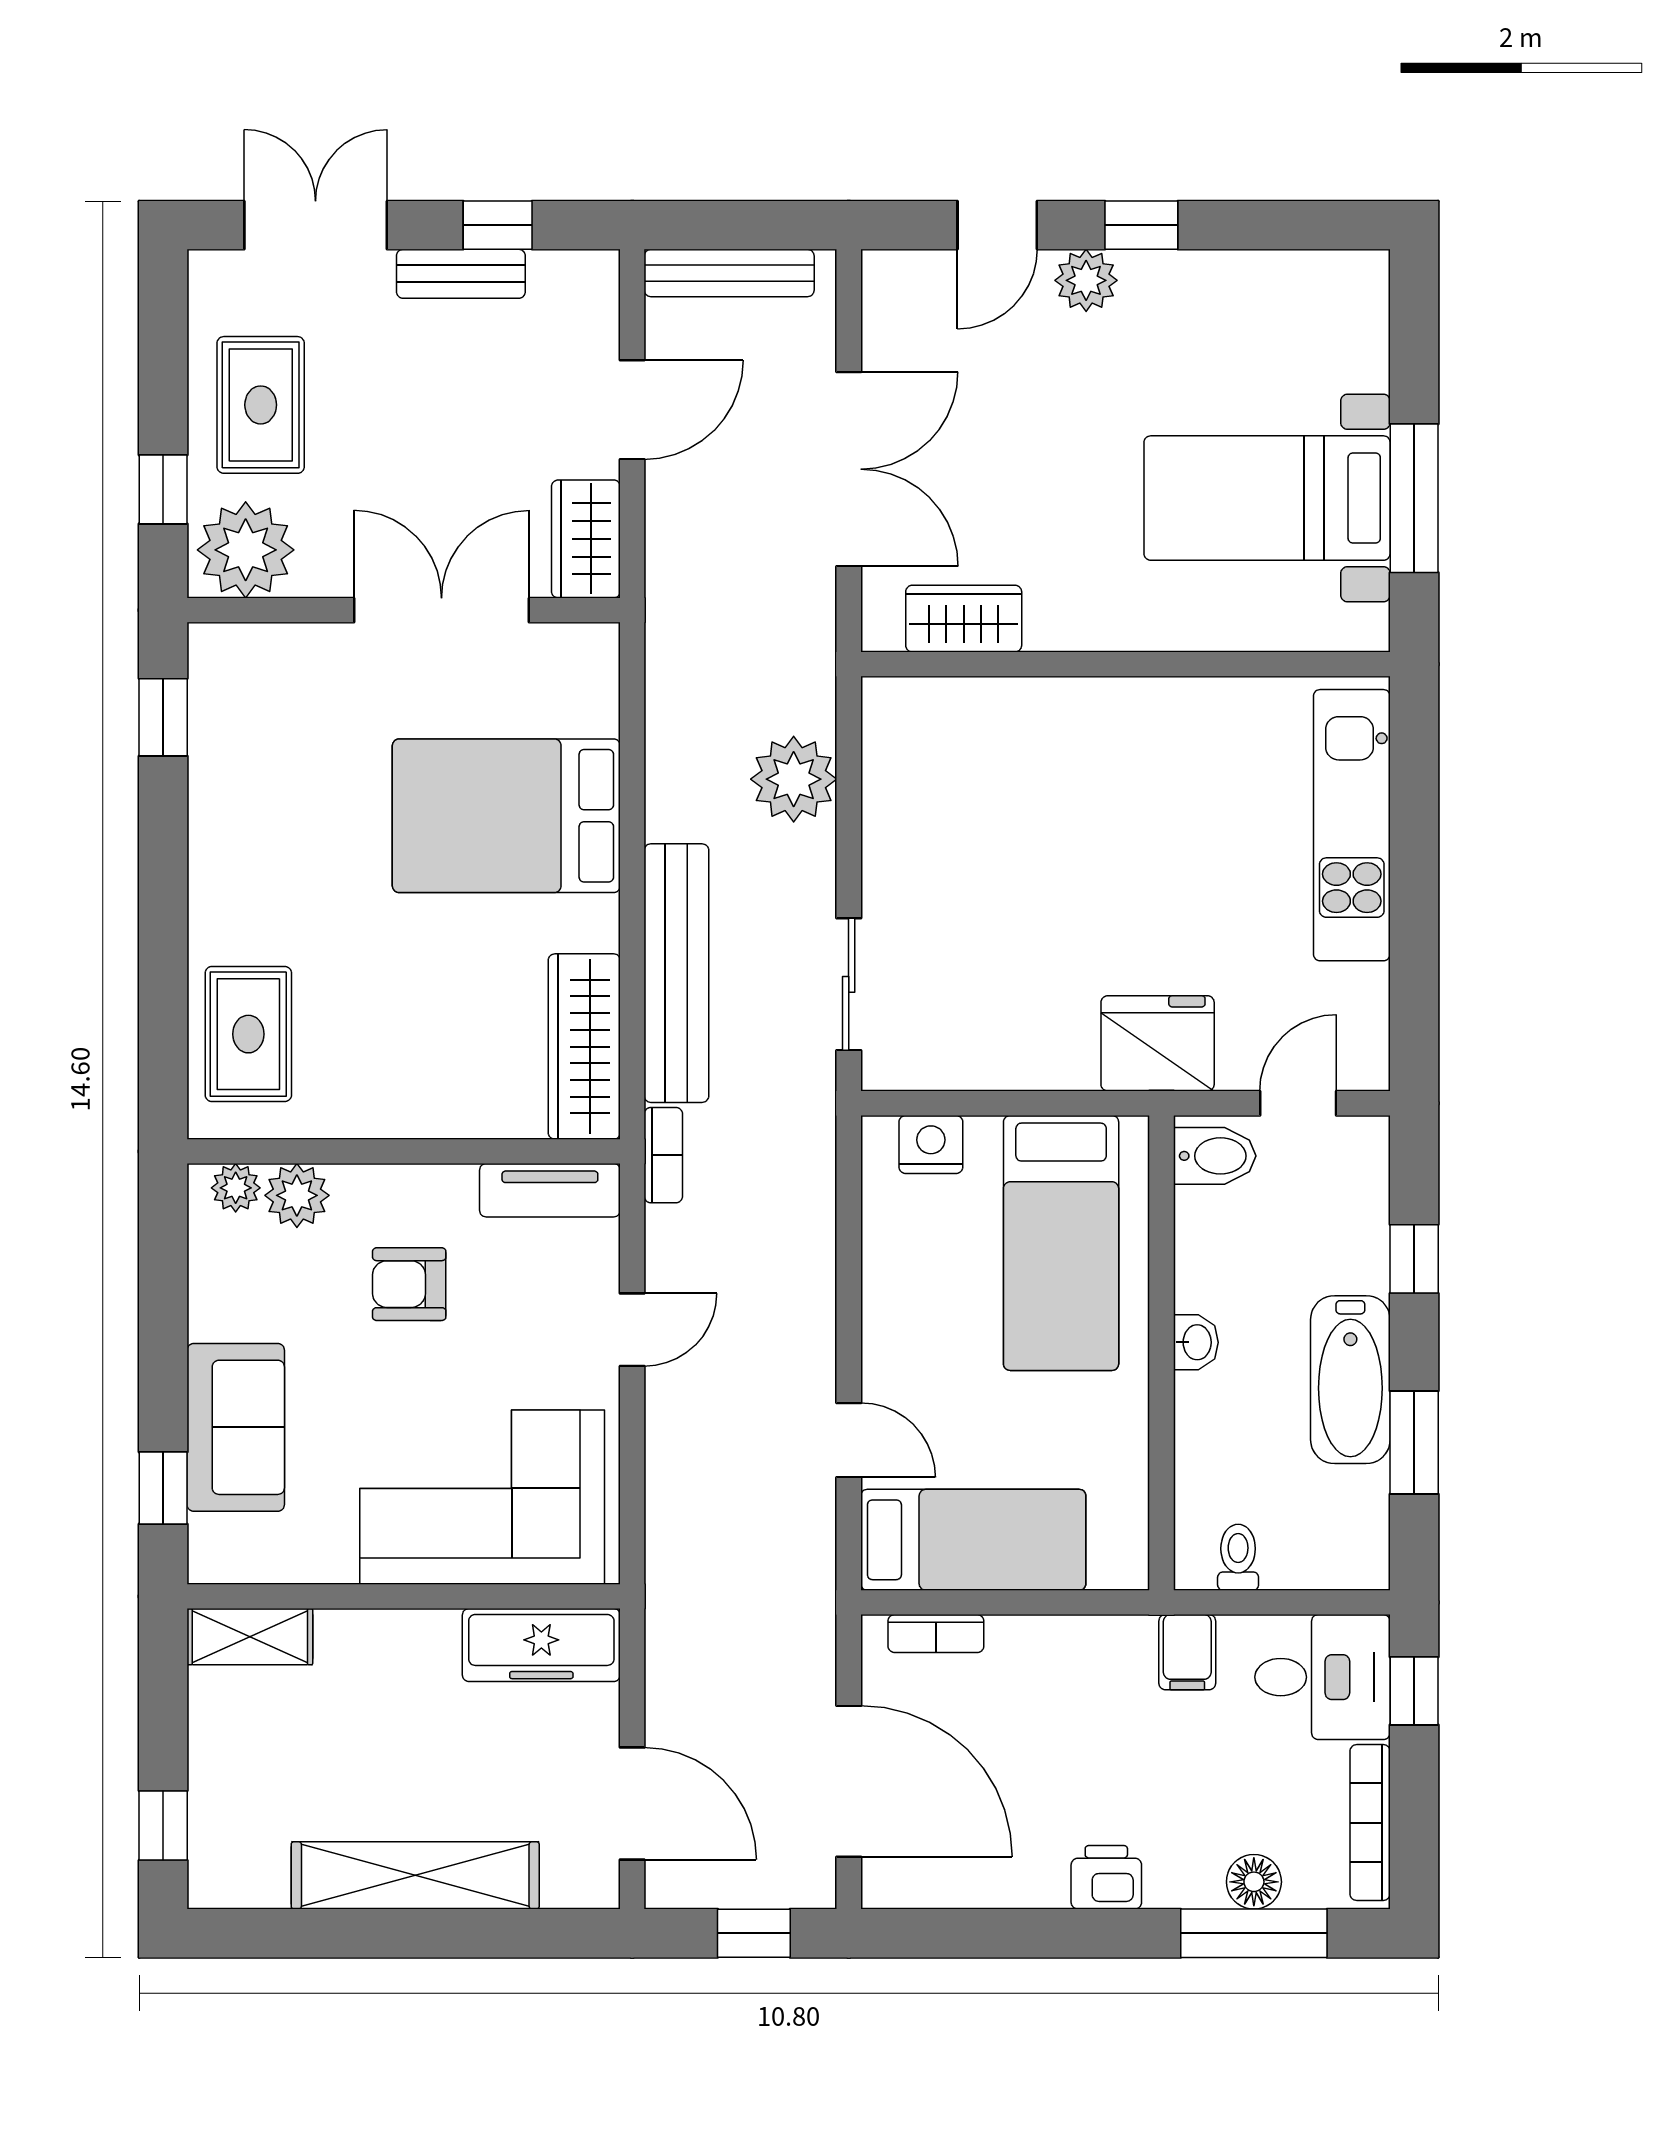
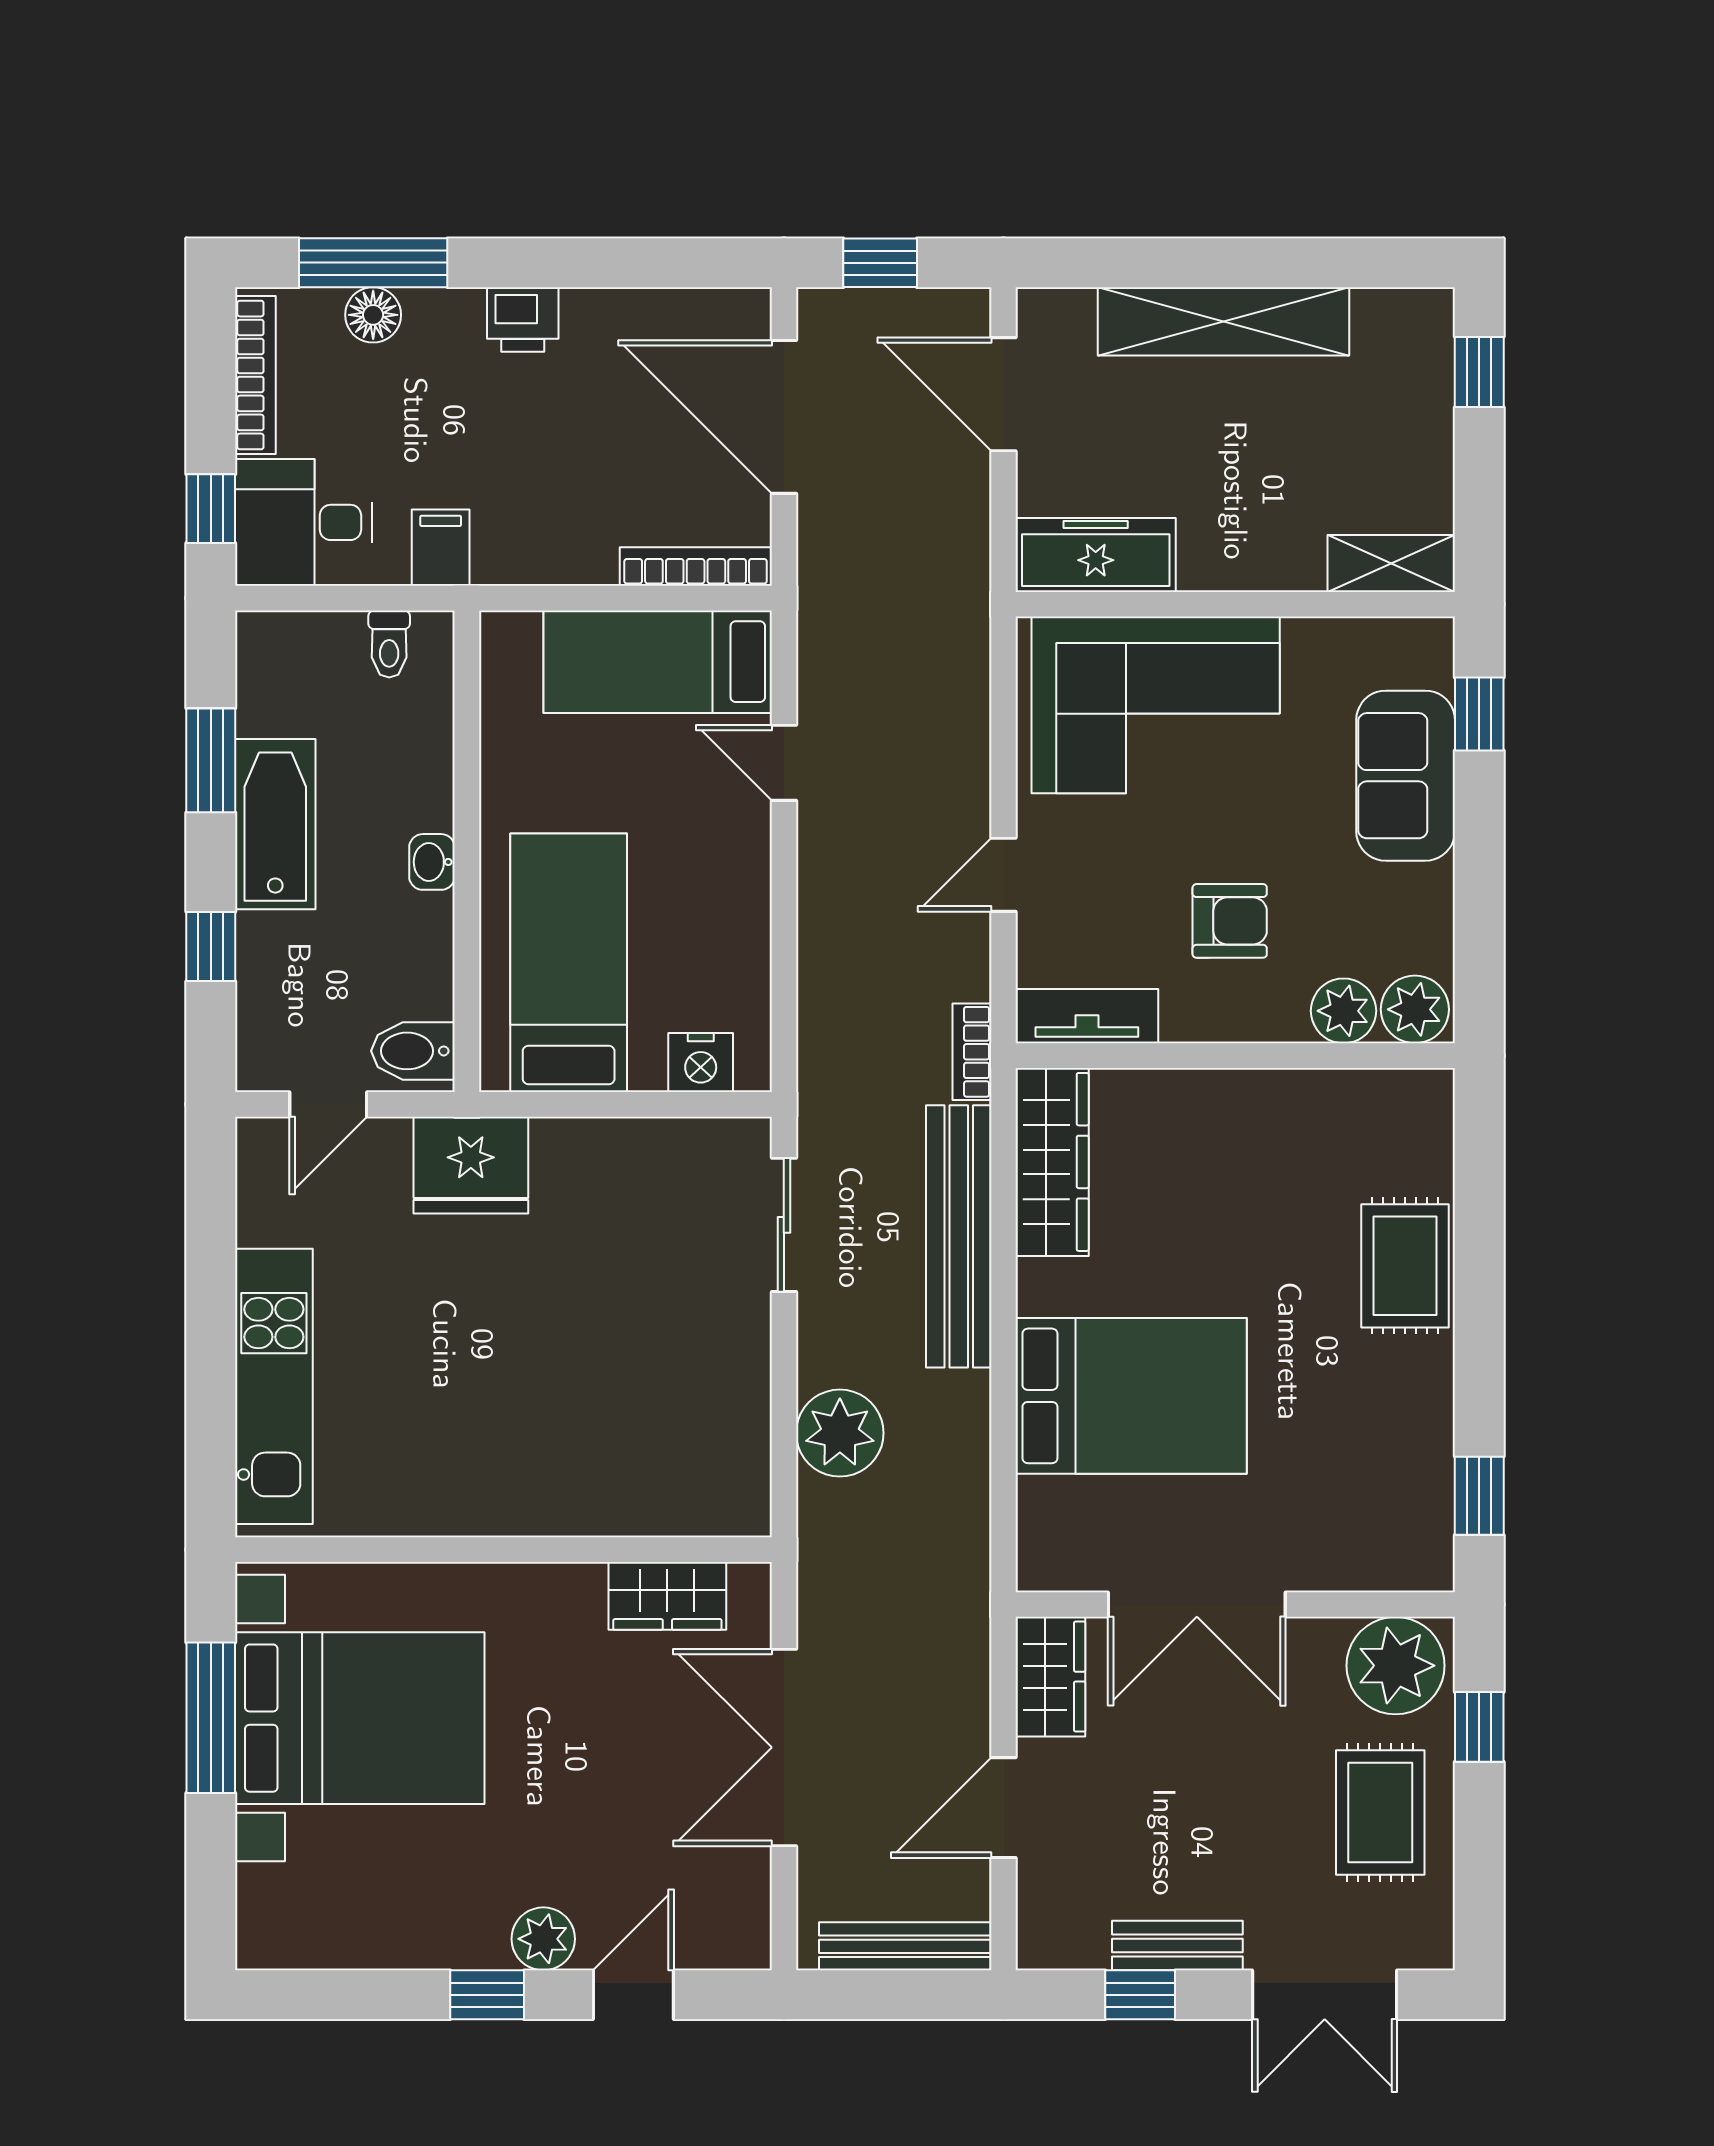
bed with nightstands: (1267, 498) -> (360, 1718), width x1.36
rug: (248, 1034) -> (1405, 1266), moved
plant: (236, 1188) -> (1415, 1009), width x1.38, depth x1.38
bookcase: (936, 1634) -> (696, 567), width x1.56

